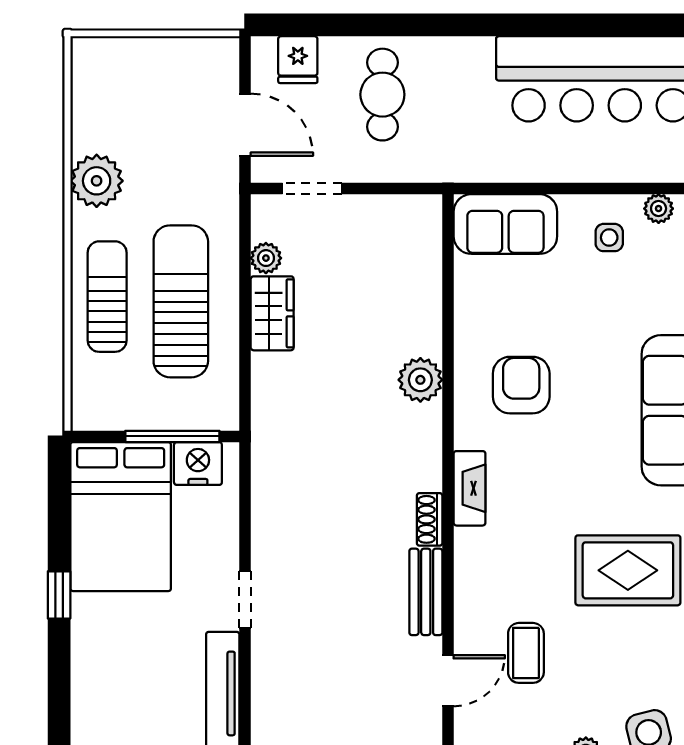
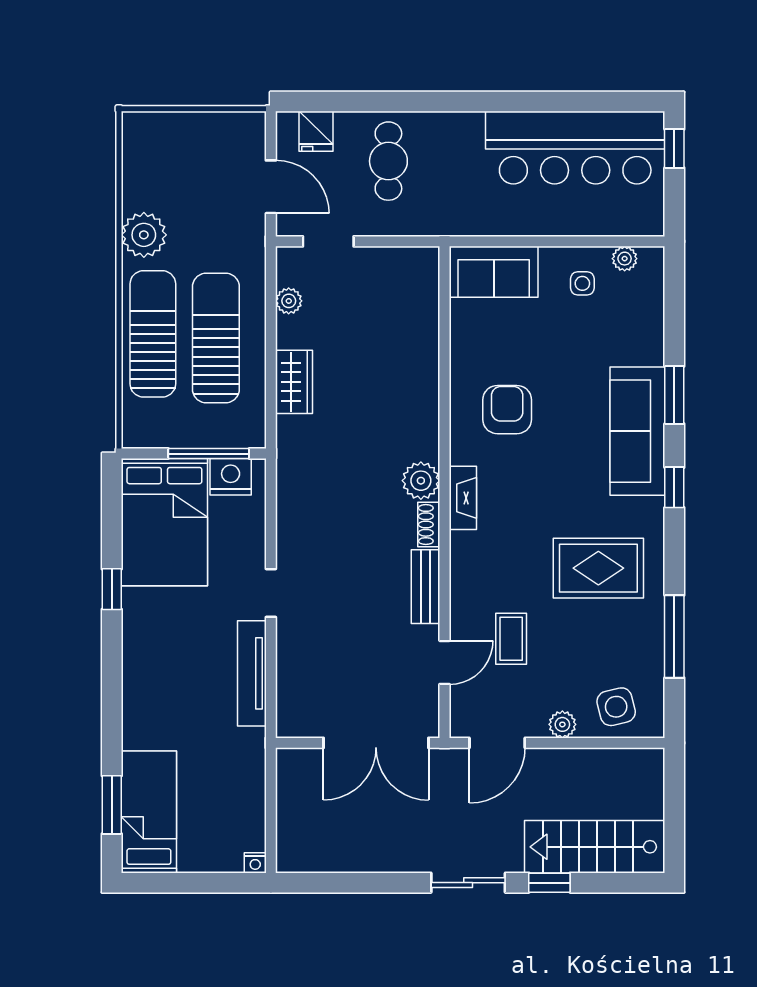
sun lounger: (107, 297) -> (153, 334), width x1.36, depth x1.34
wardrobe: (272, 313) -> (294, 382), moved
plant: (420, 380) -> (421, 481), moved

